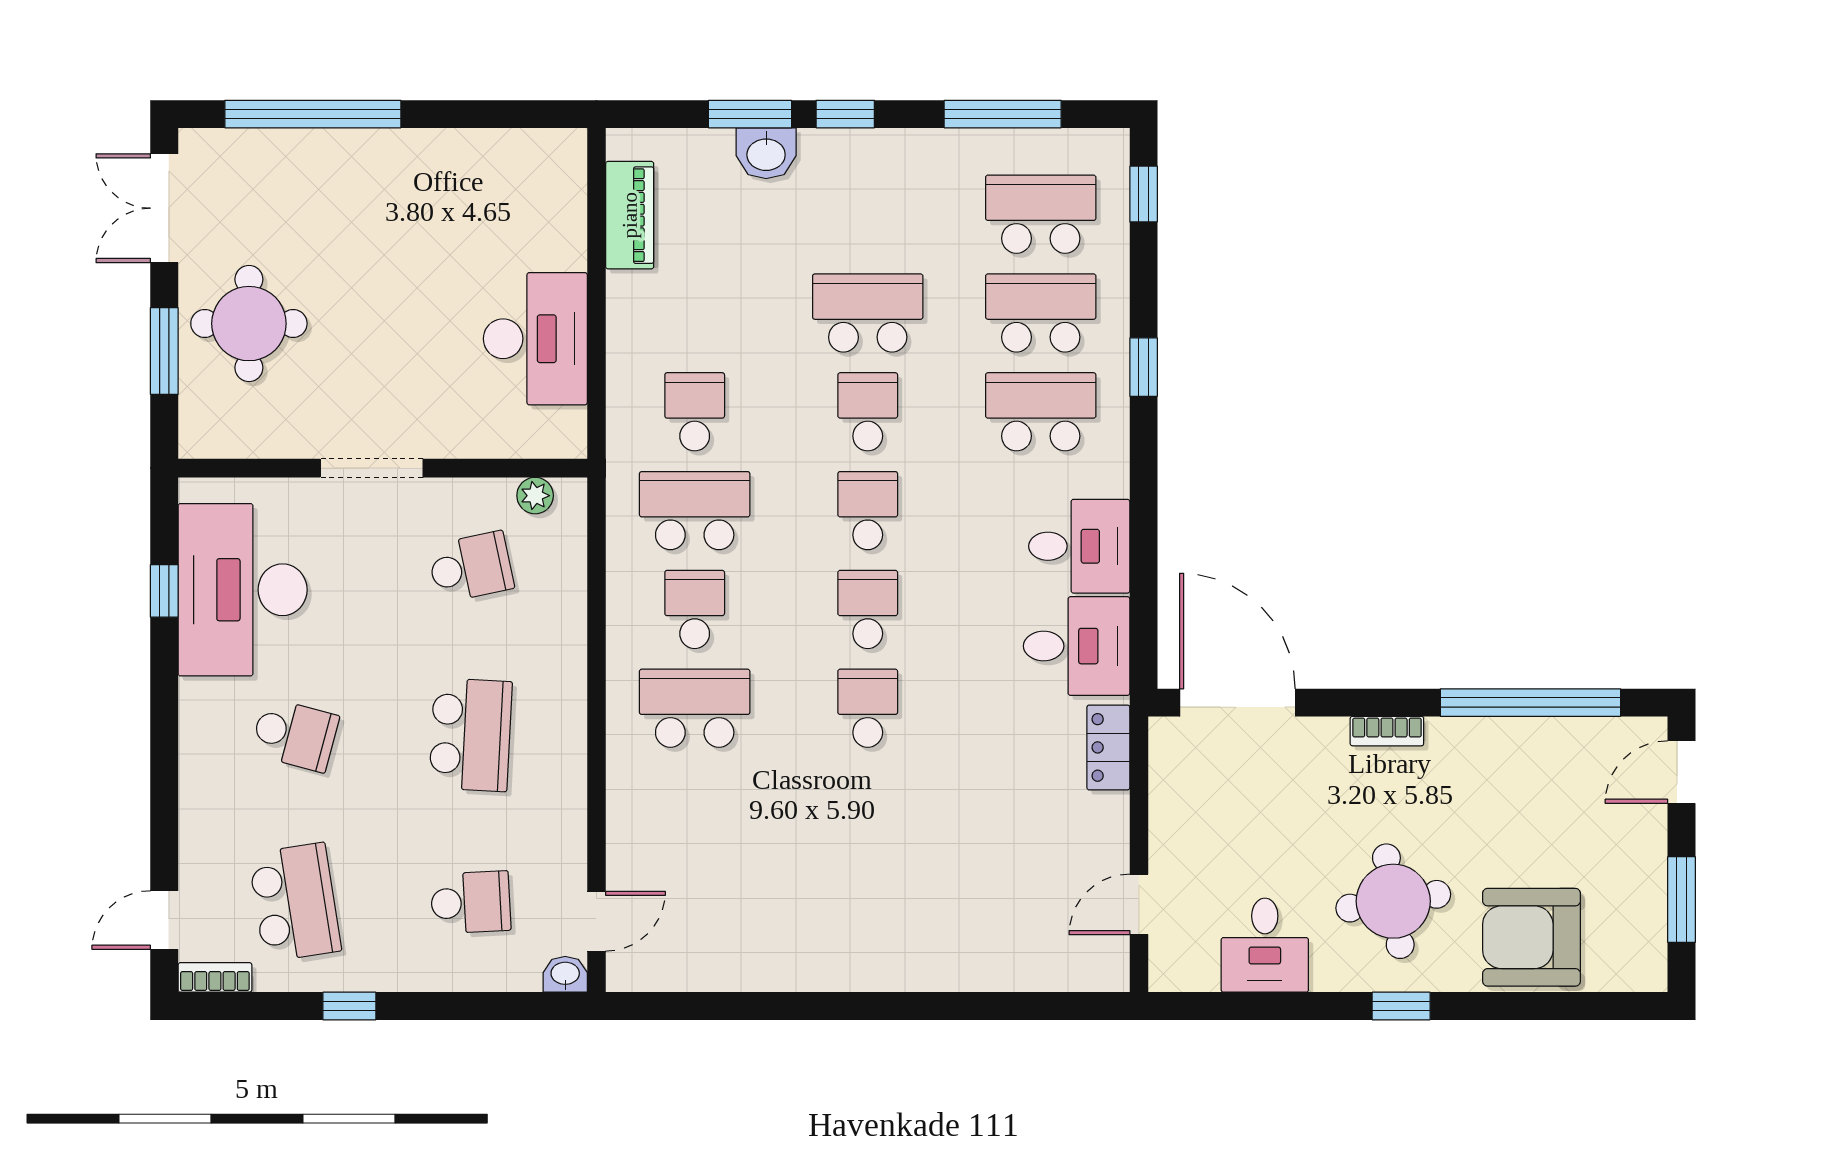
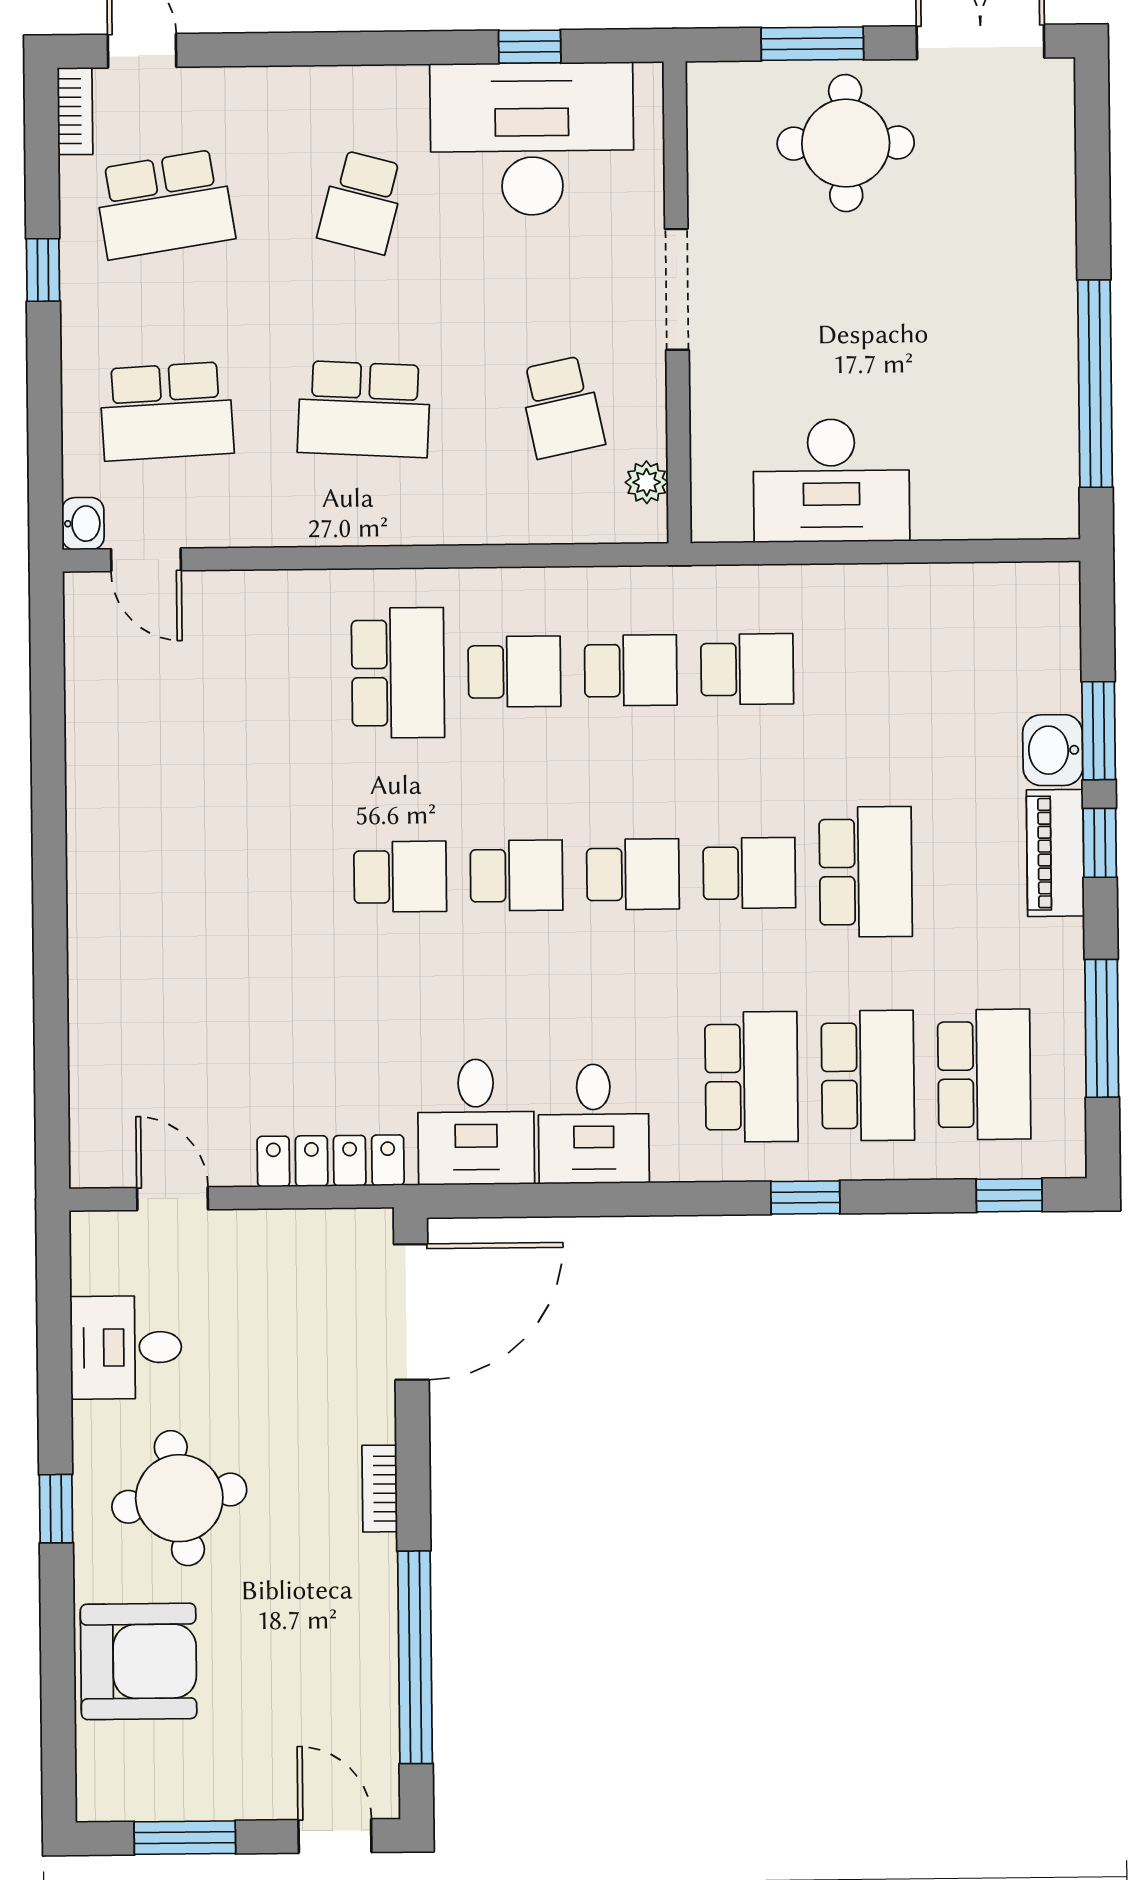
window: (313, 114) -> (1095, 384), moved
piano: (630, 215) -> (1055, 853), moved, turned 90
school desk: (695, 511) -> (631, 670), width x0.54
locker: (1108, 747) -> (331, 1161), width x1.53
school desk: (471, 902) -> (167, 411), width x1.85
armchair: (1531, 937) -> (139, 1661), turned 90

